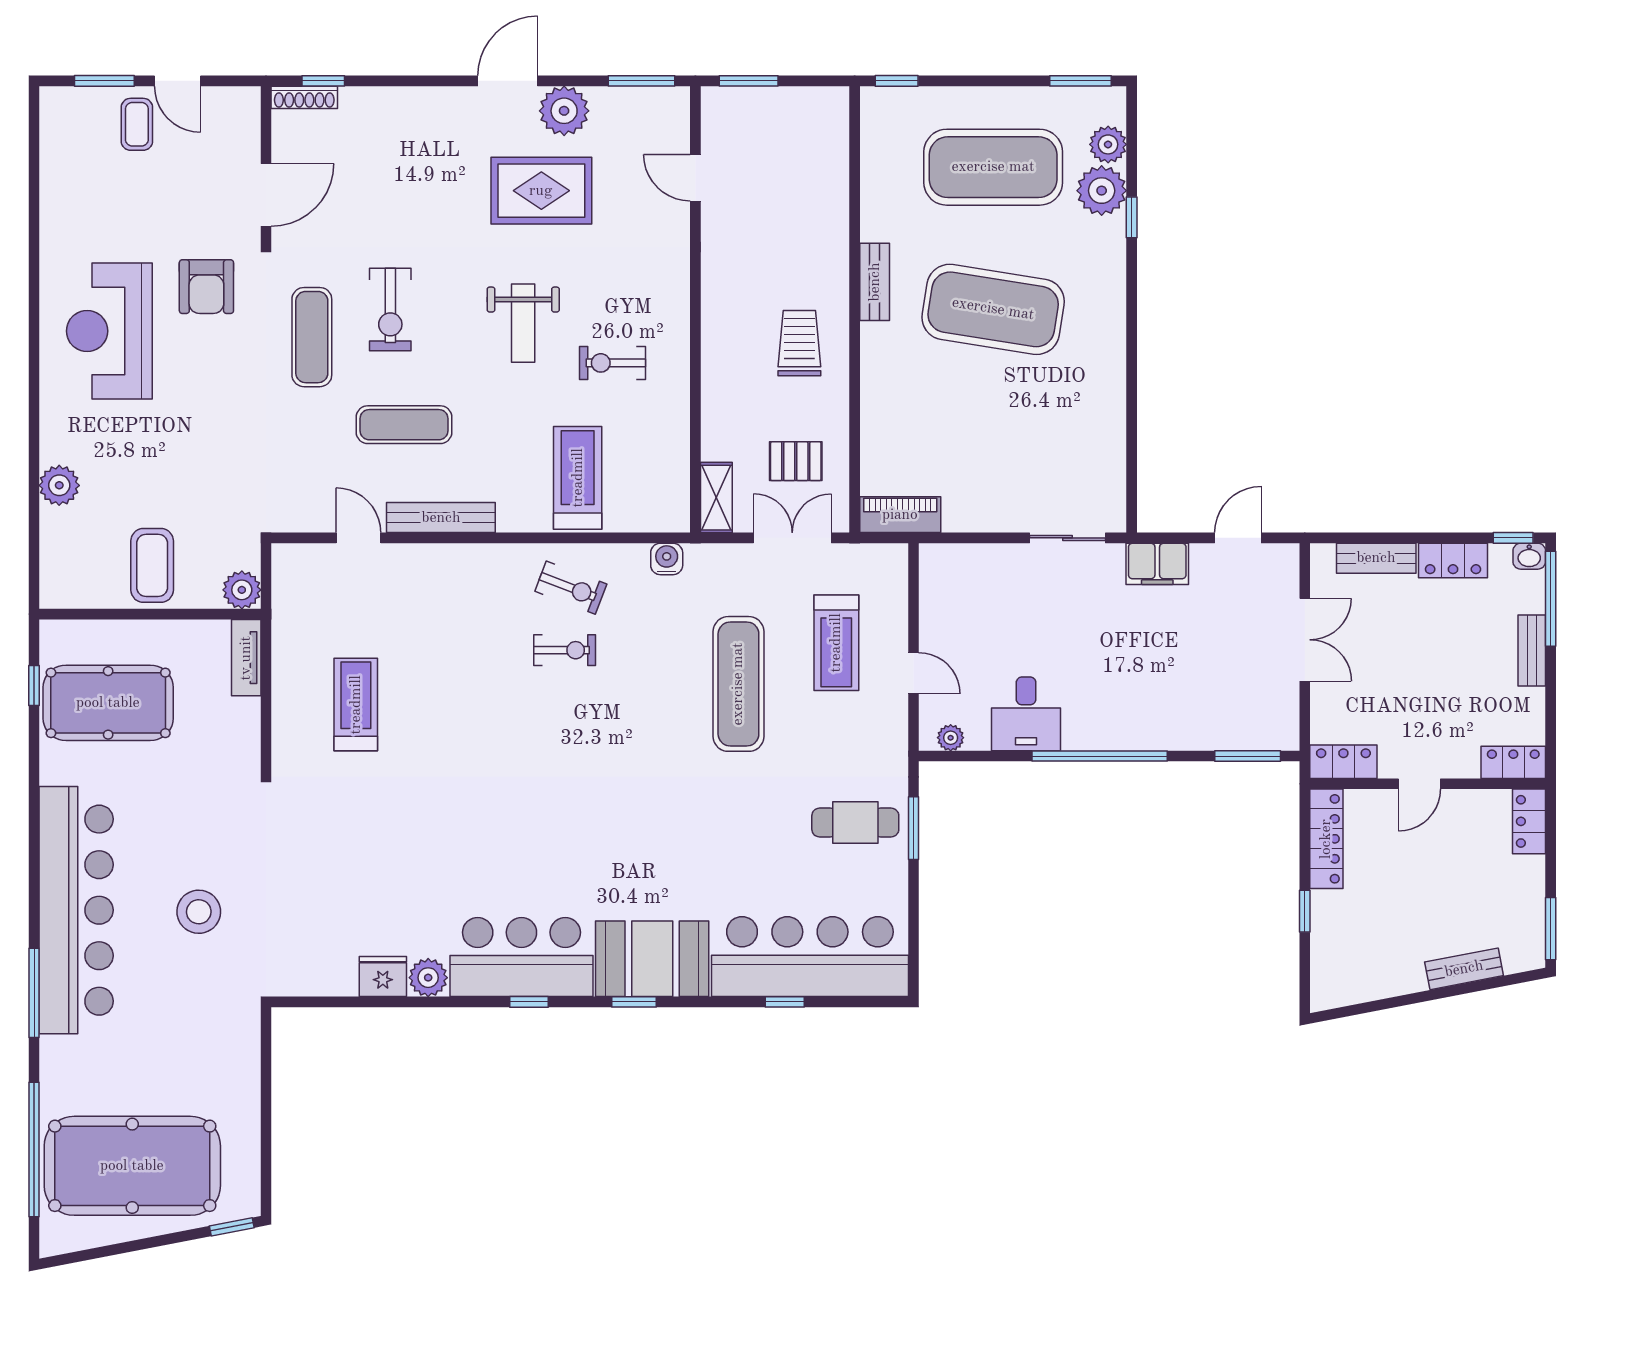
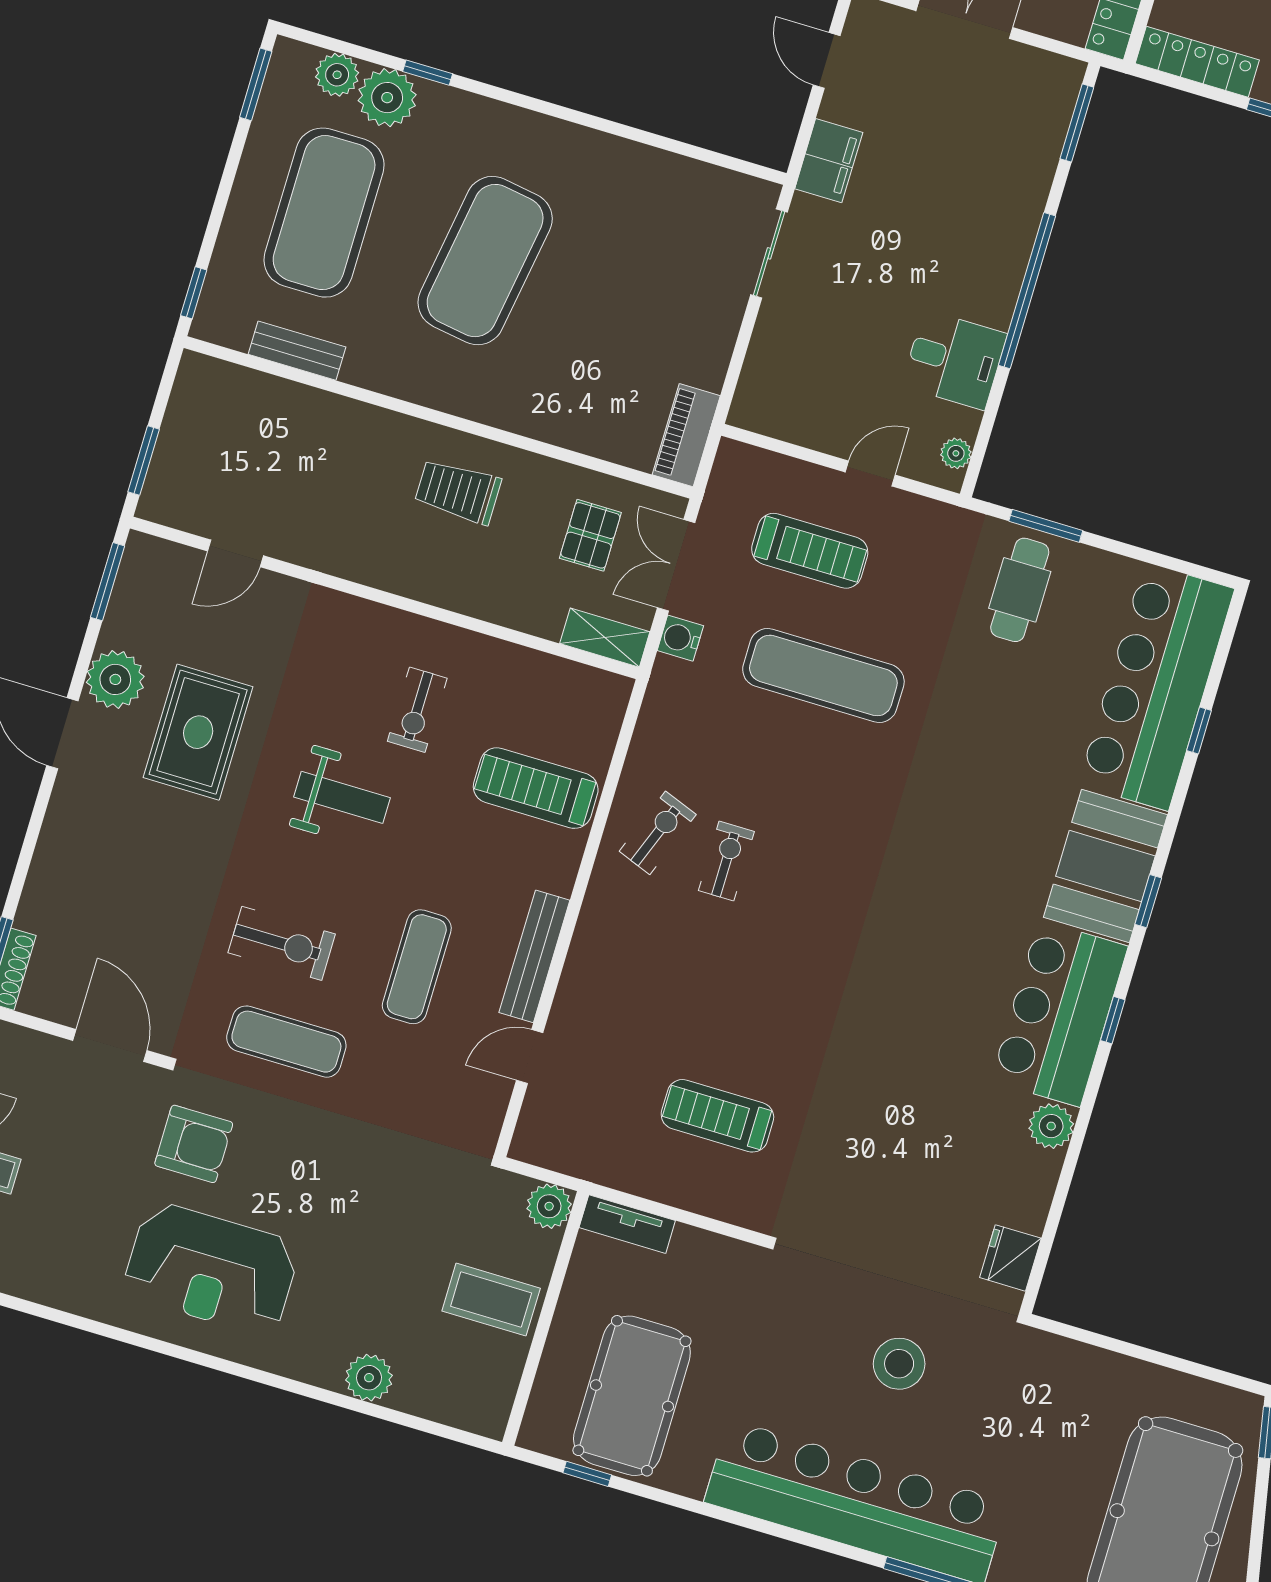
bench: (875, 282) -> (297, 351), moved
water cooler: (667, 559) -> (680, 638), moved
fridge: (383, 976) -> (1010, 1258), moved

